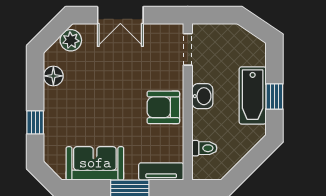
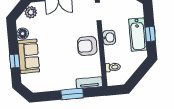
sofa: (95, 163) -> (29, 56), moved, turned 90

